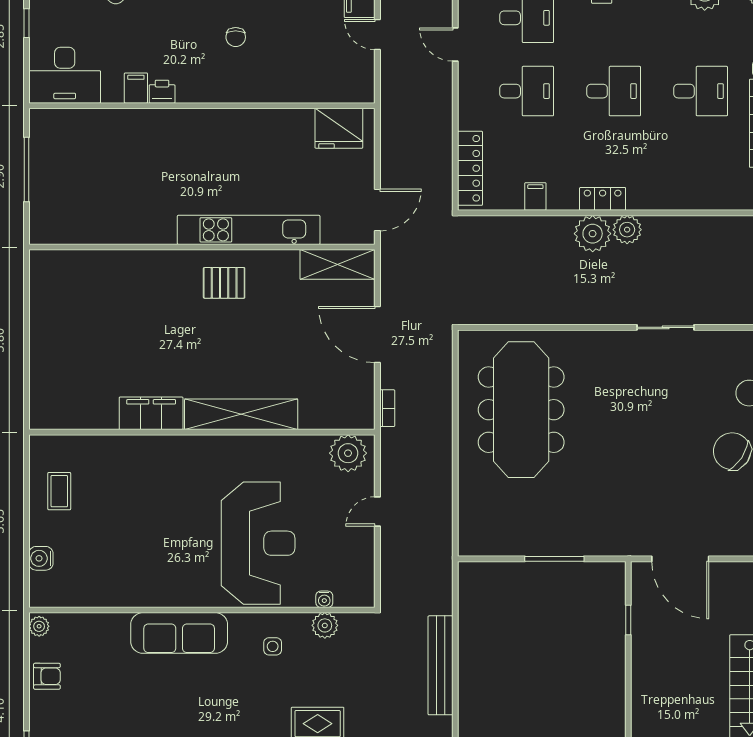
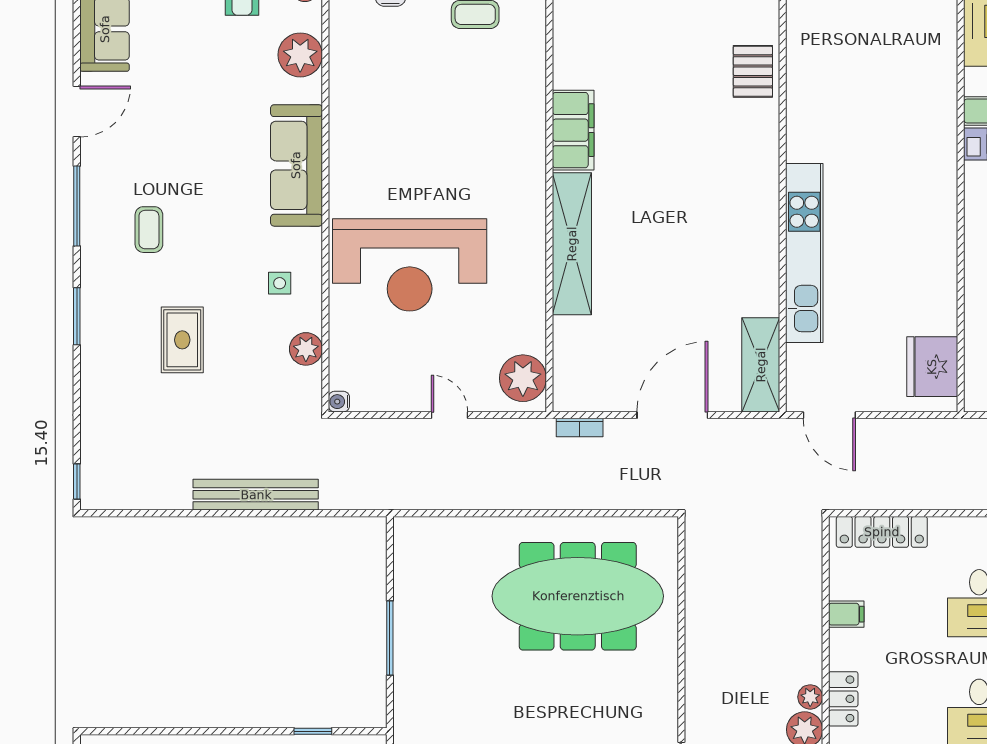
plant: (593, 234) -> (810, 697), width x0.53, depth x0.53
pallet: (224, 283) -> (753, 71), moved
water cooler: (324, 599) -> (339, 402), moved
plant: (91, 630) -> (300, 55), added

